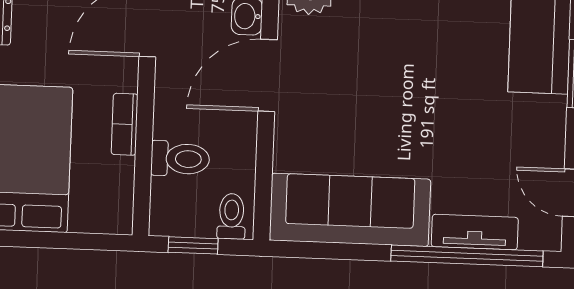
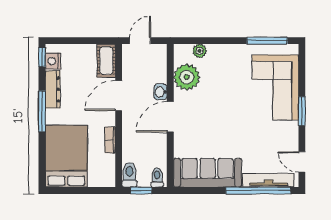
toilet: (180, 159) -> (129, 175), moved, turned -90
tv unit: (475, 232) -> (269, 180), width x1.41

